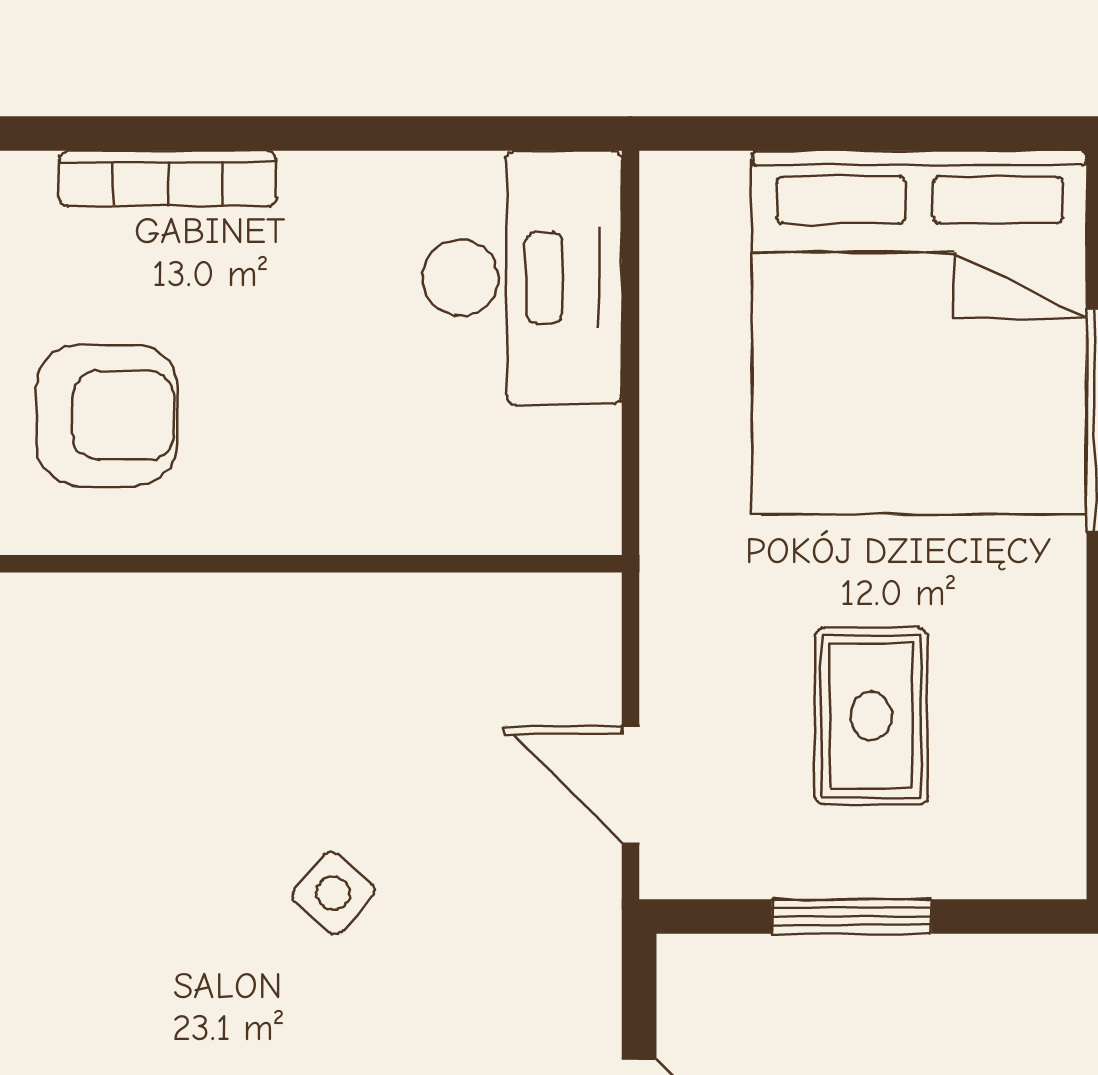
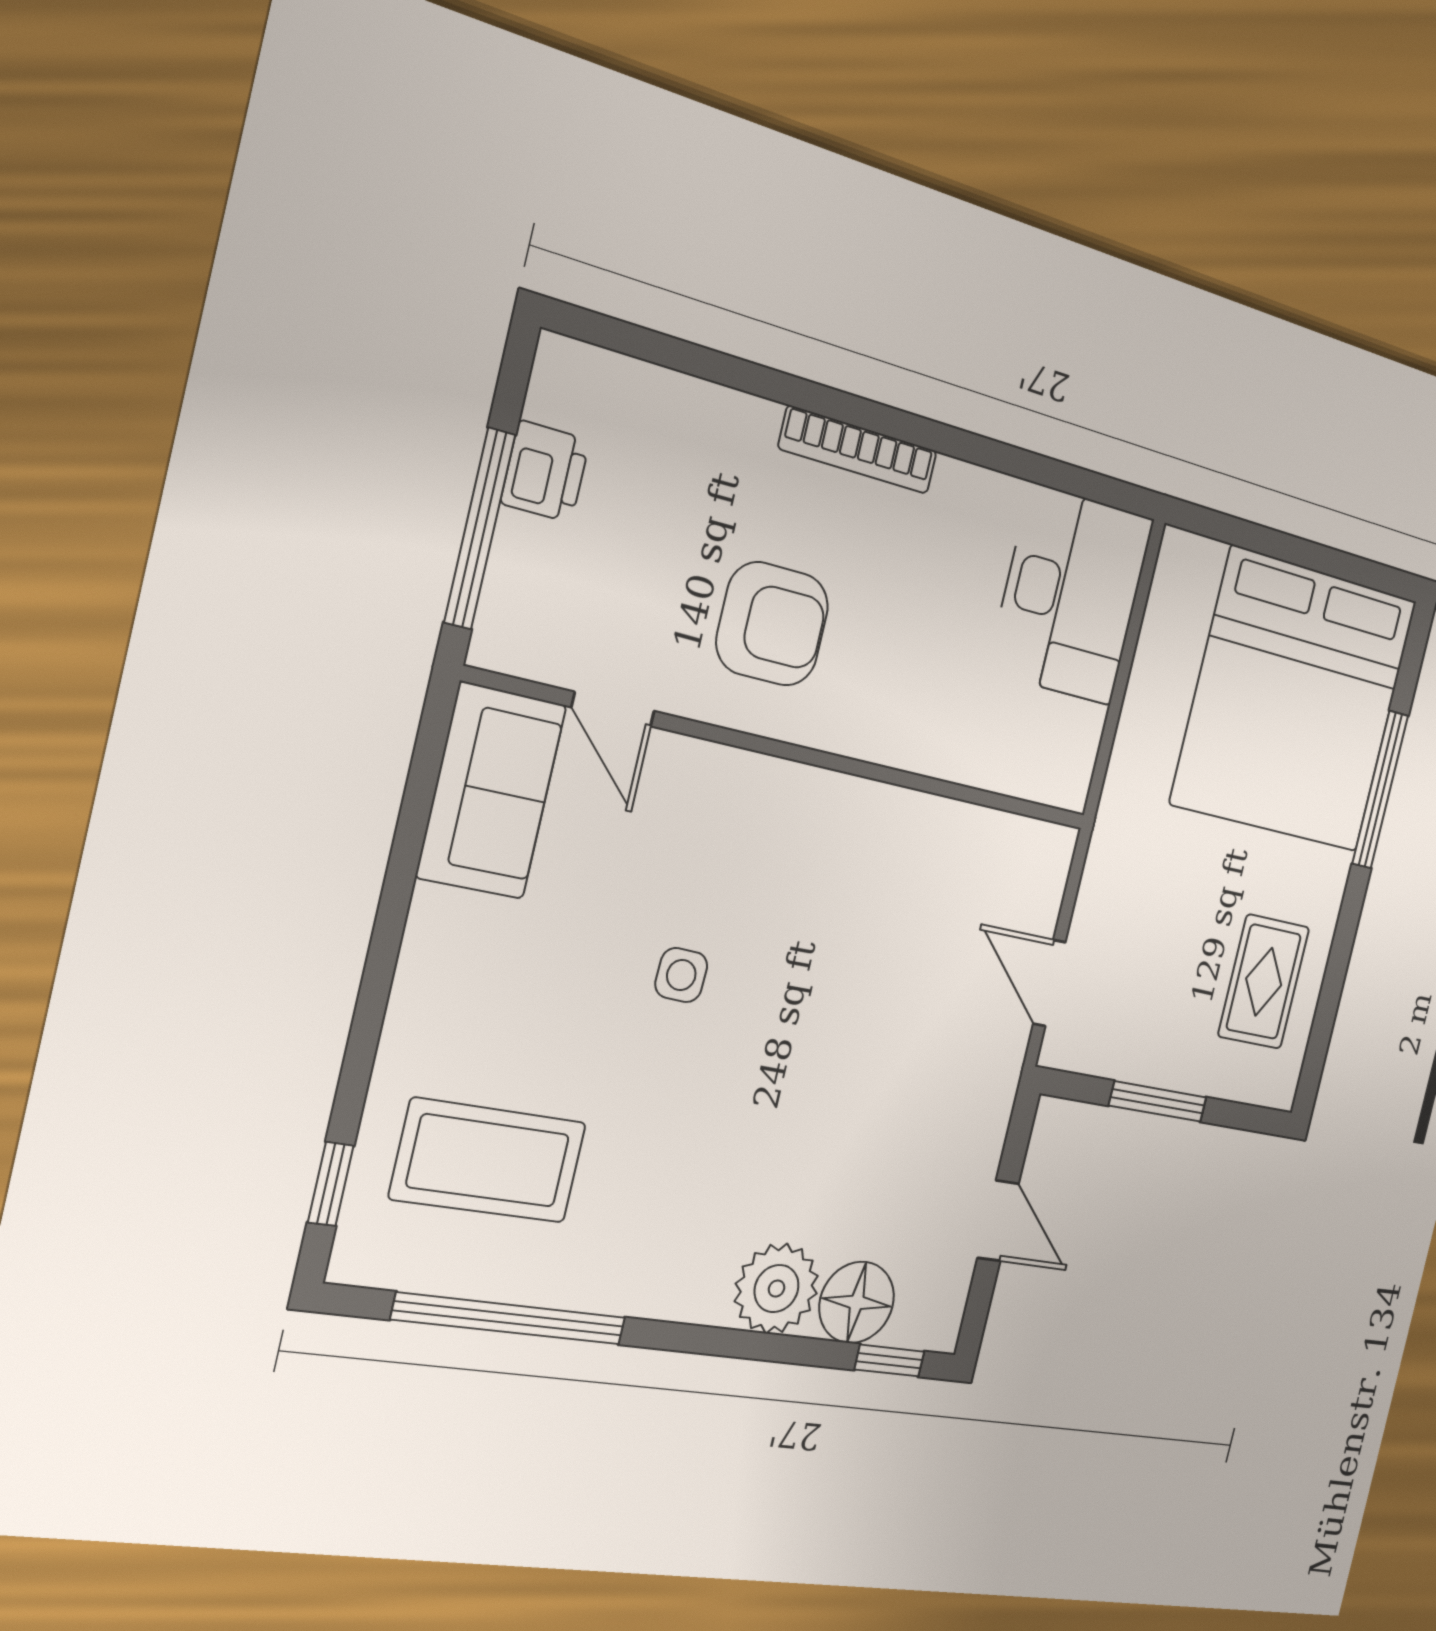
rug: (871, 716) -> (1264, 982), moved
side table: (333, 893) -> (681, 975), moved, turned -38

